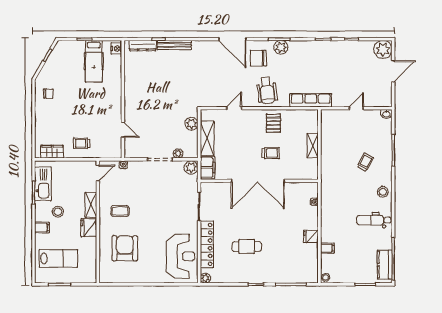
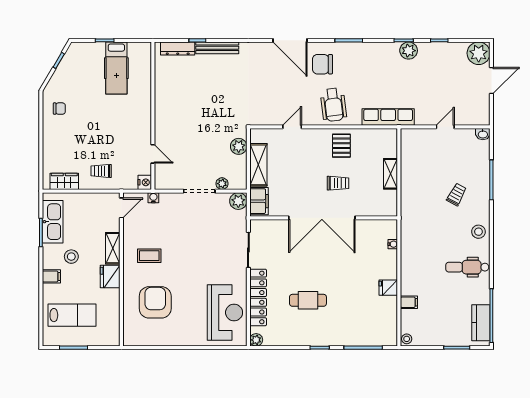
plant: (281, 47) -> (409, 51), moved
nightstand: (116, 49) -> (145, 182), moved

